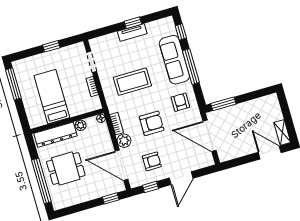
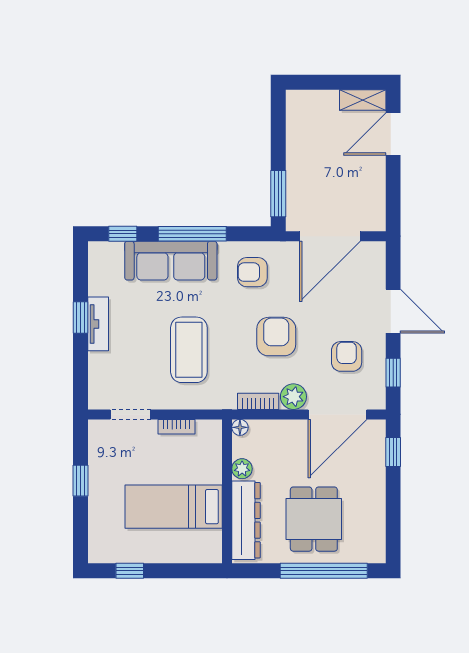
window: (13, 84) -> (130, 571), width x0.46

